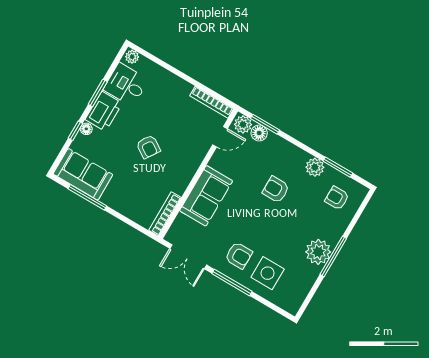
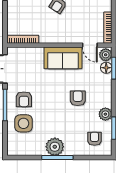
sofa: (206, 196) -> (63, 58), moved

